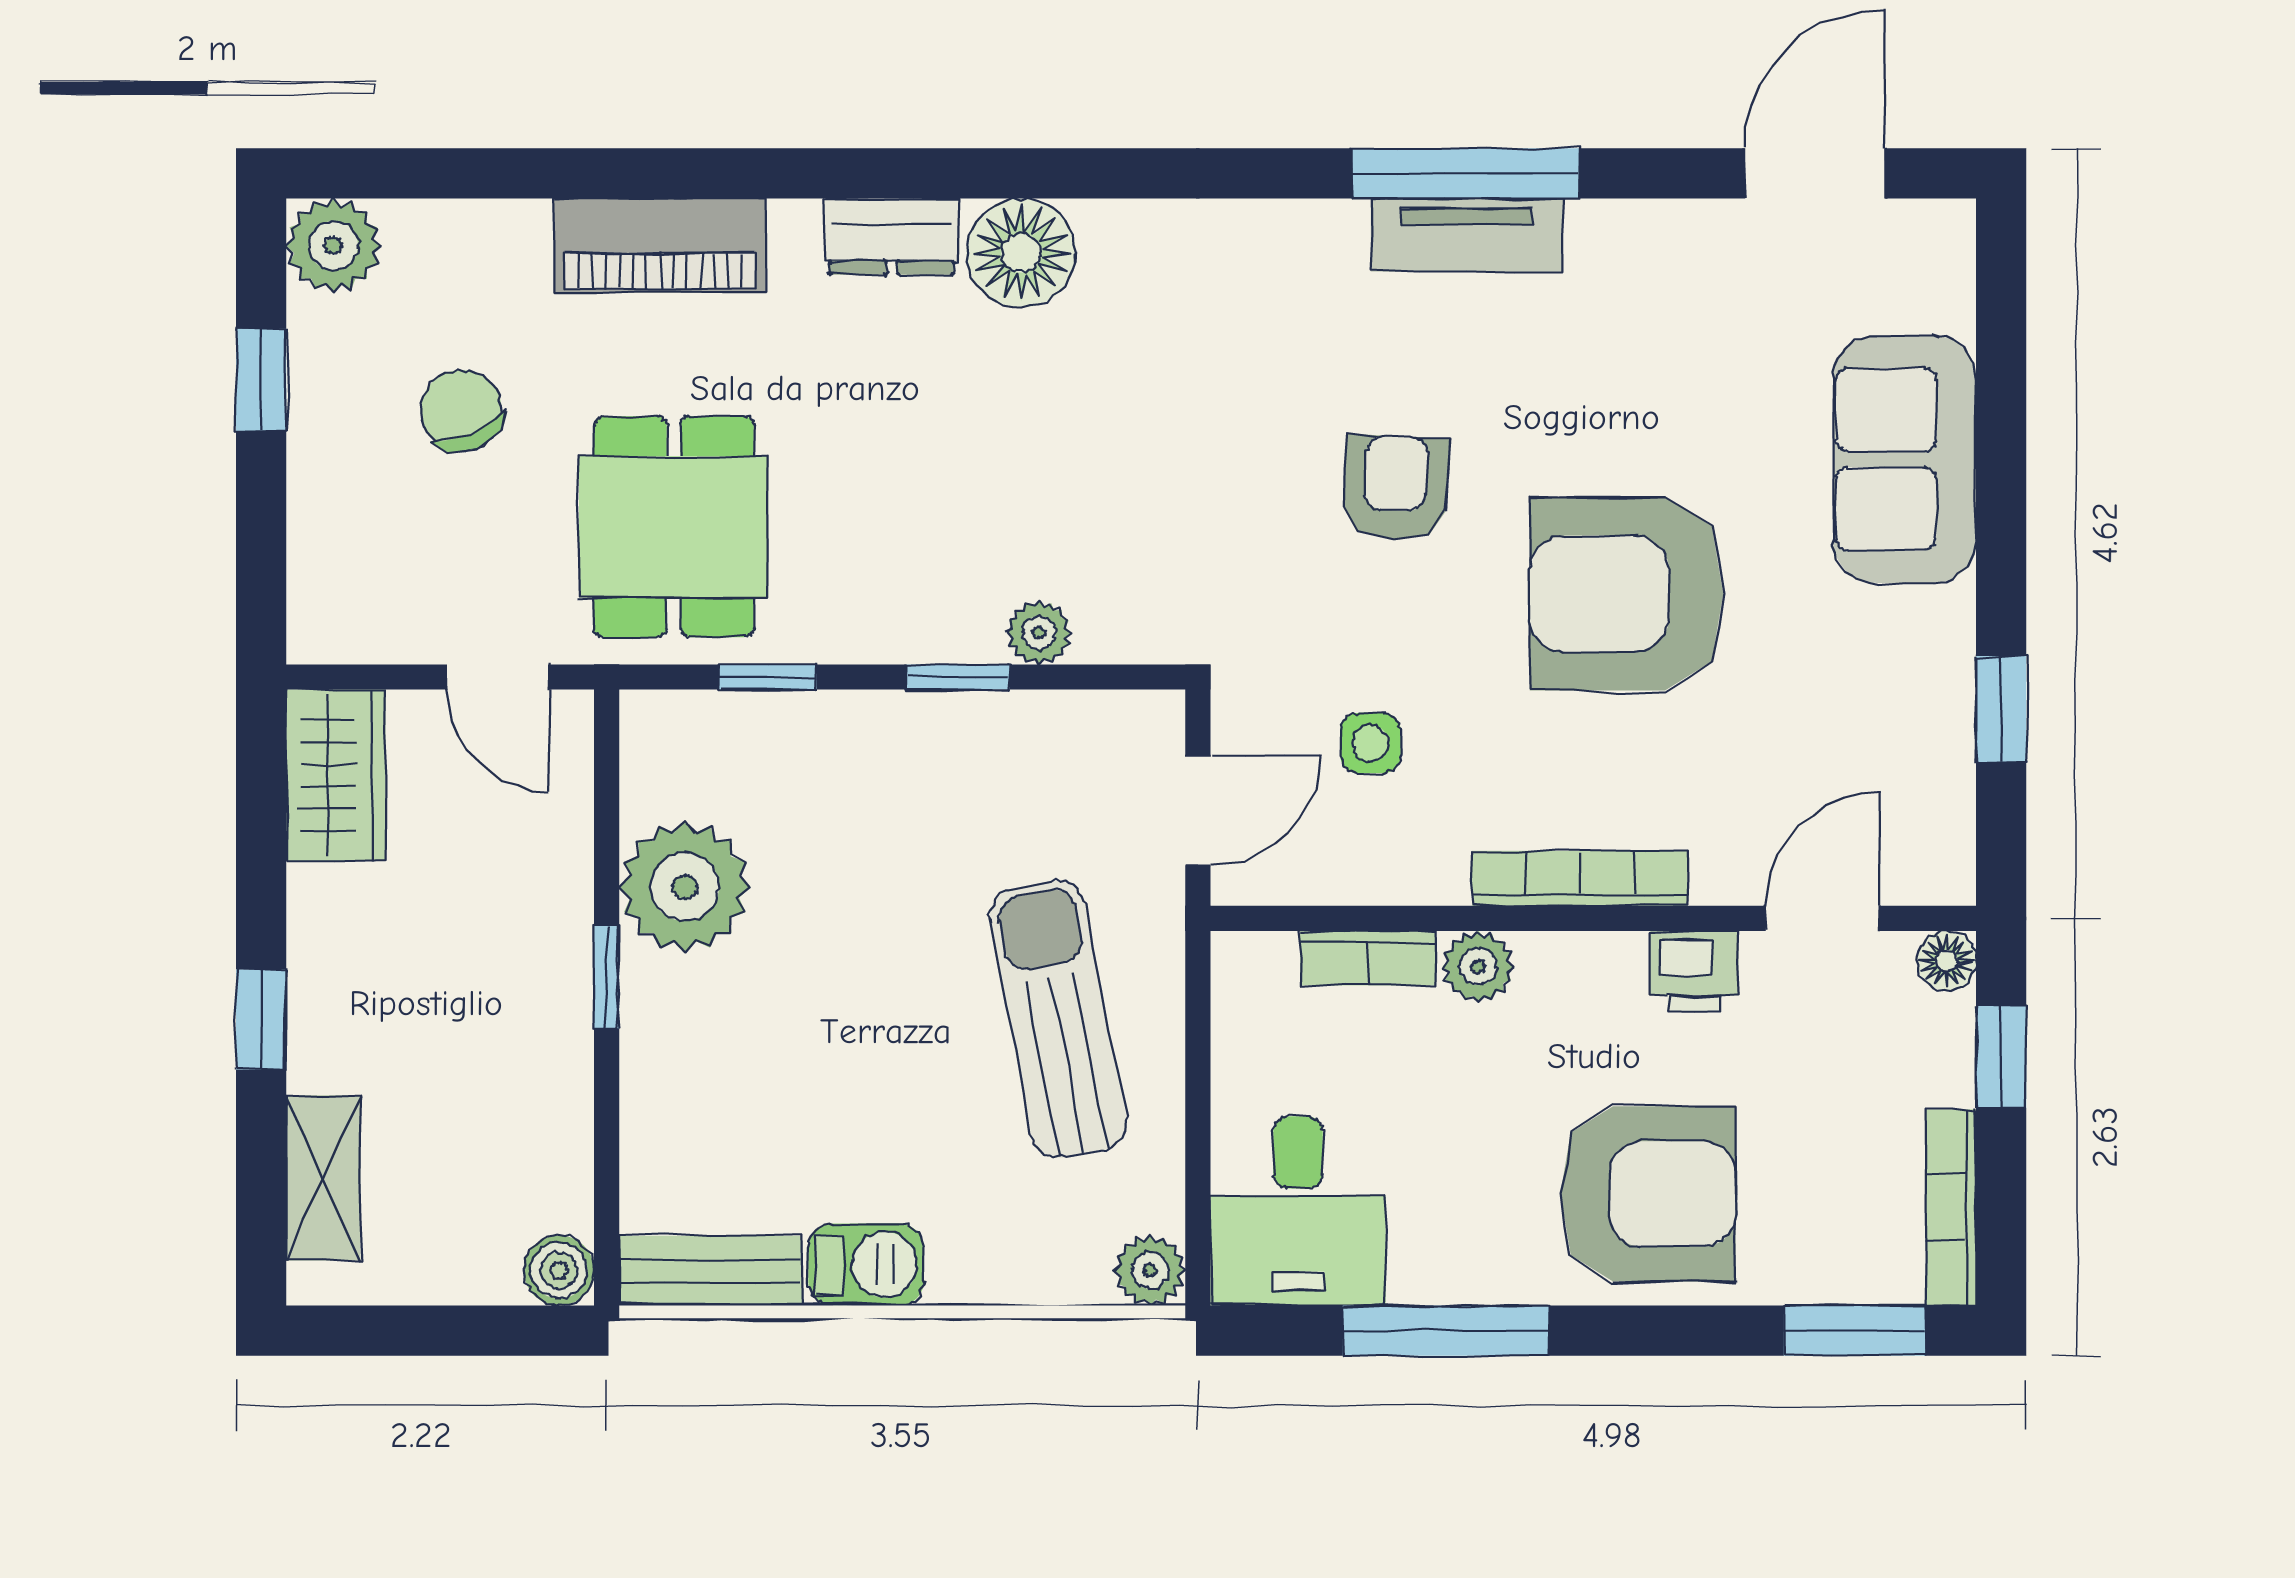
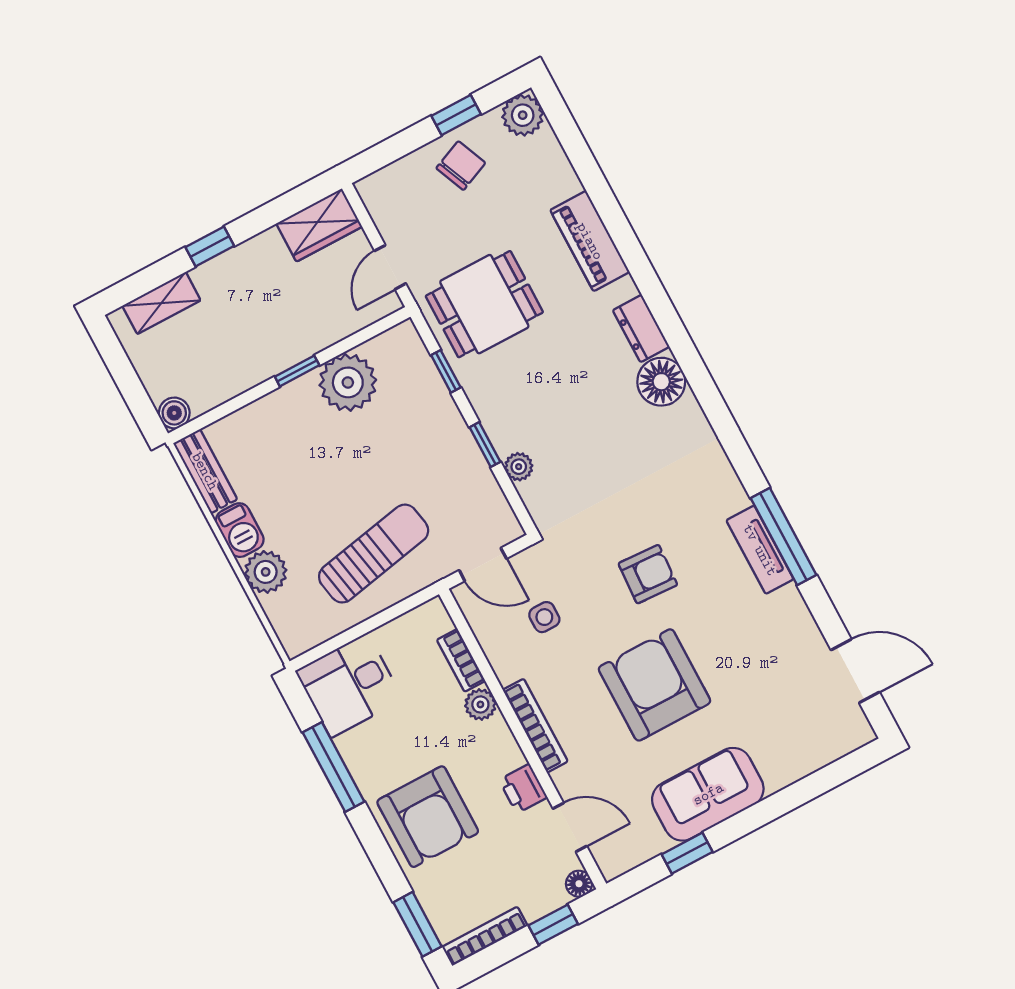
chair: (461, 410) -> (461, 166), moved
sofa: (1905, 459) -> (708, 794), moved
plant: (1150, 1271) -> (266, 572), moved, width x1.38, depth x1.38

